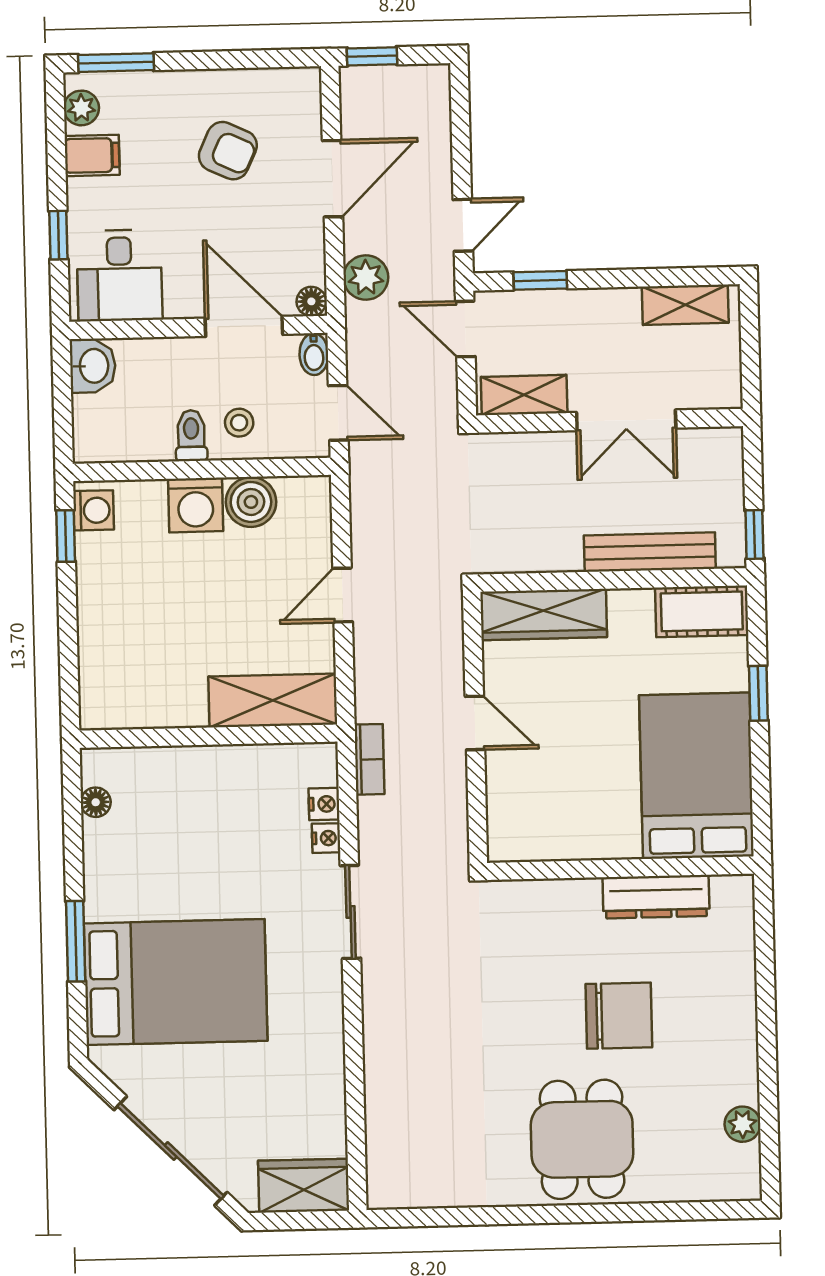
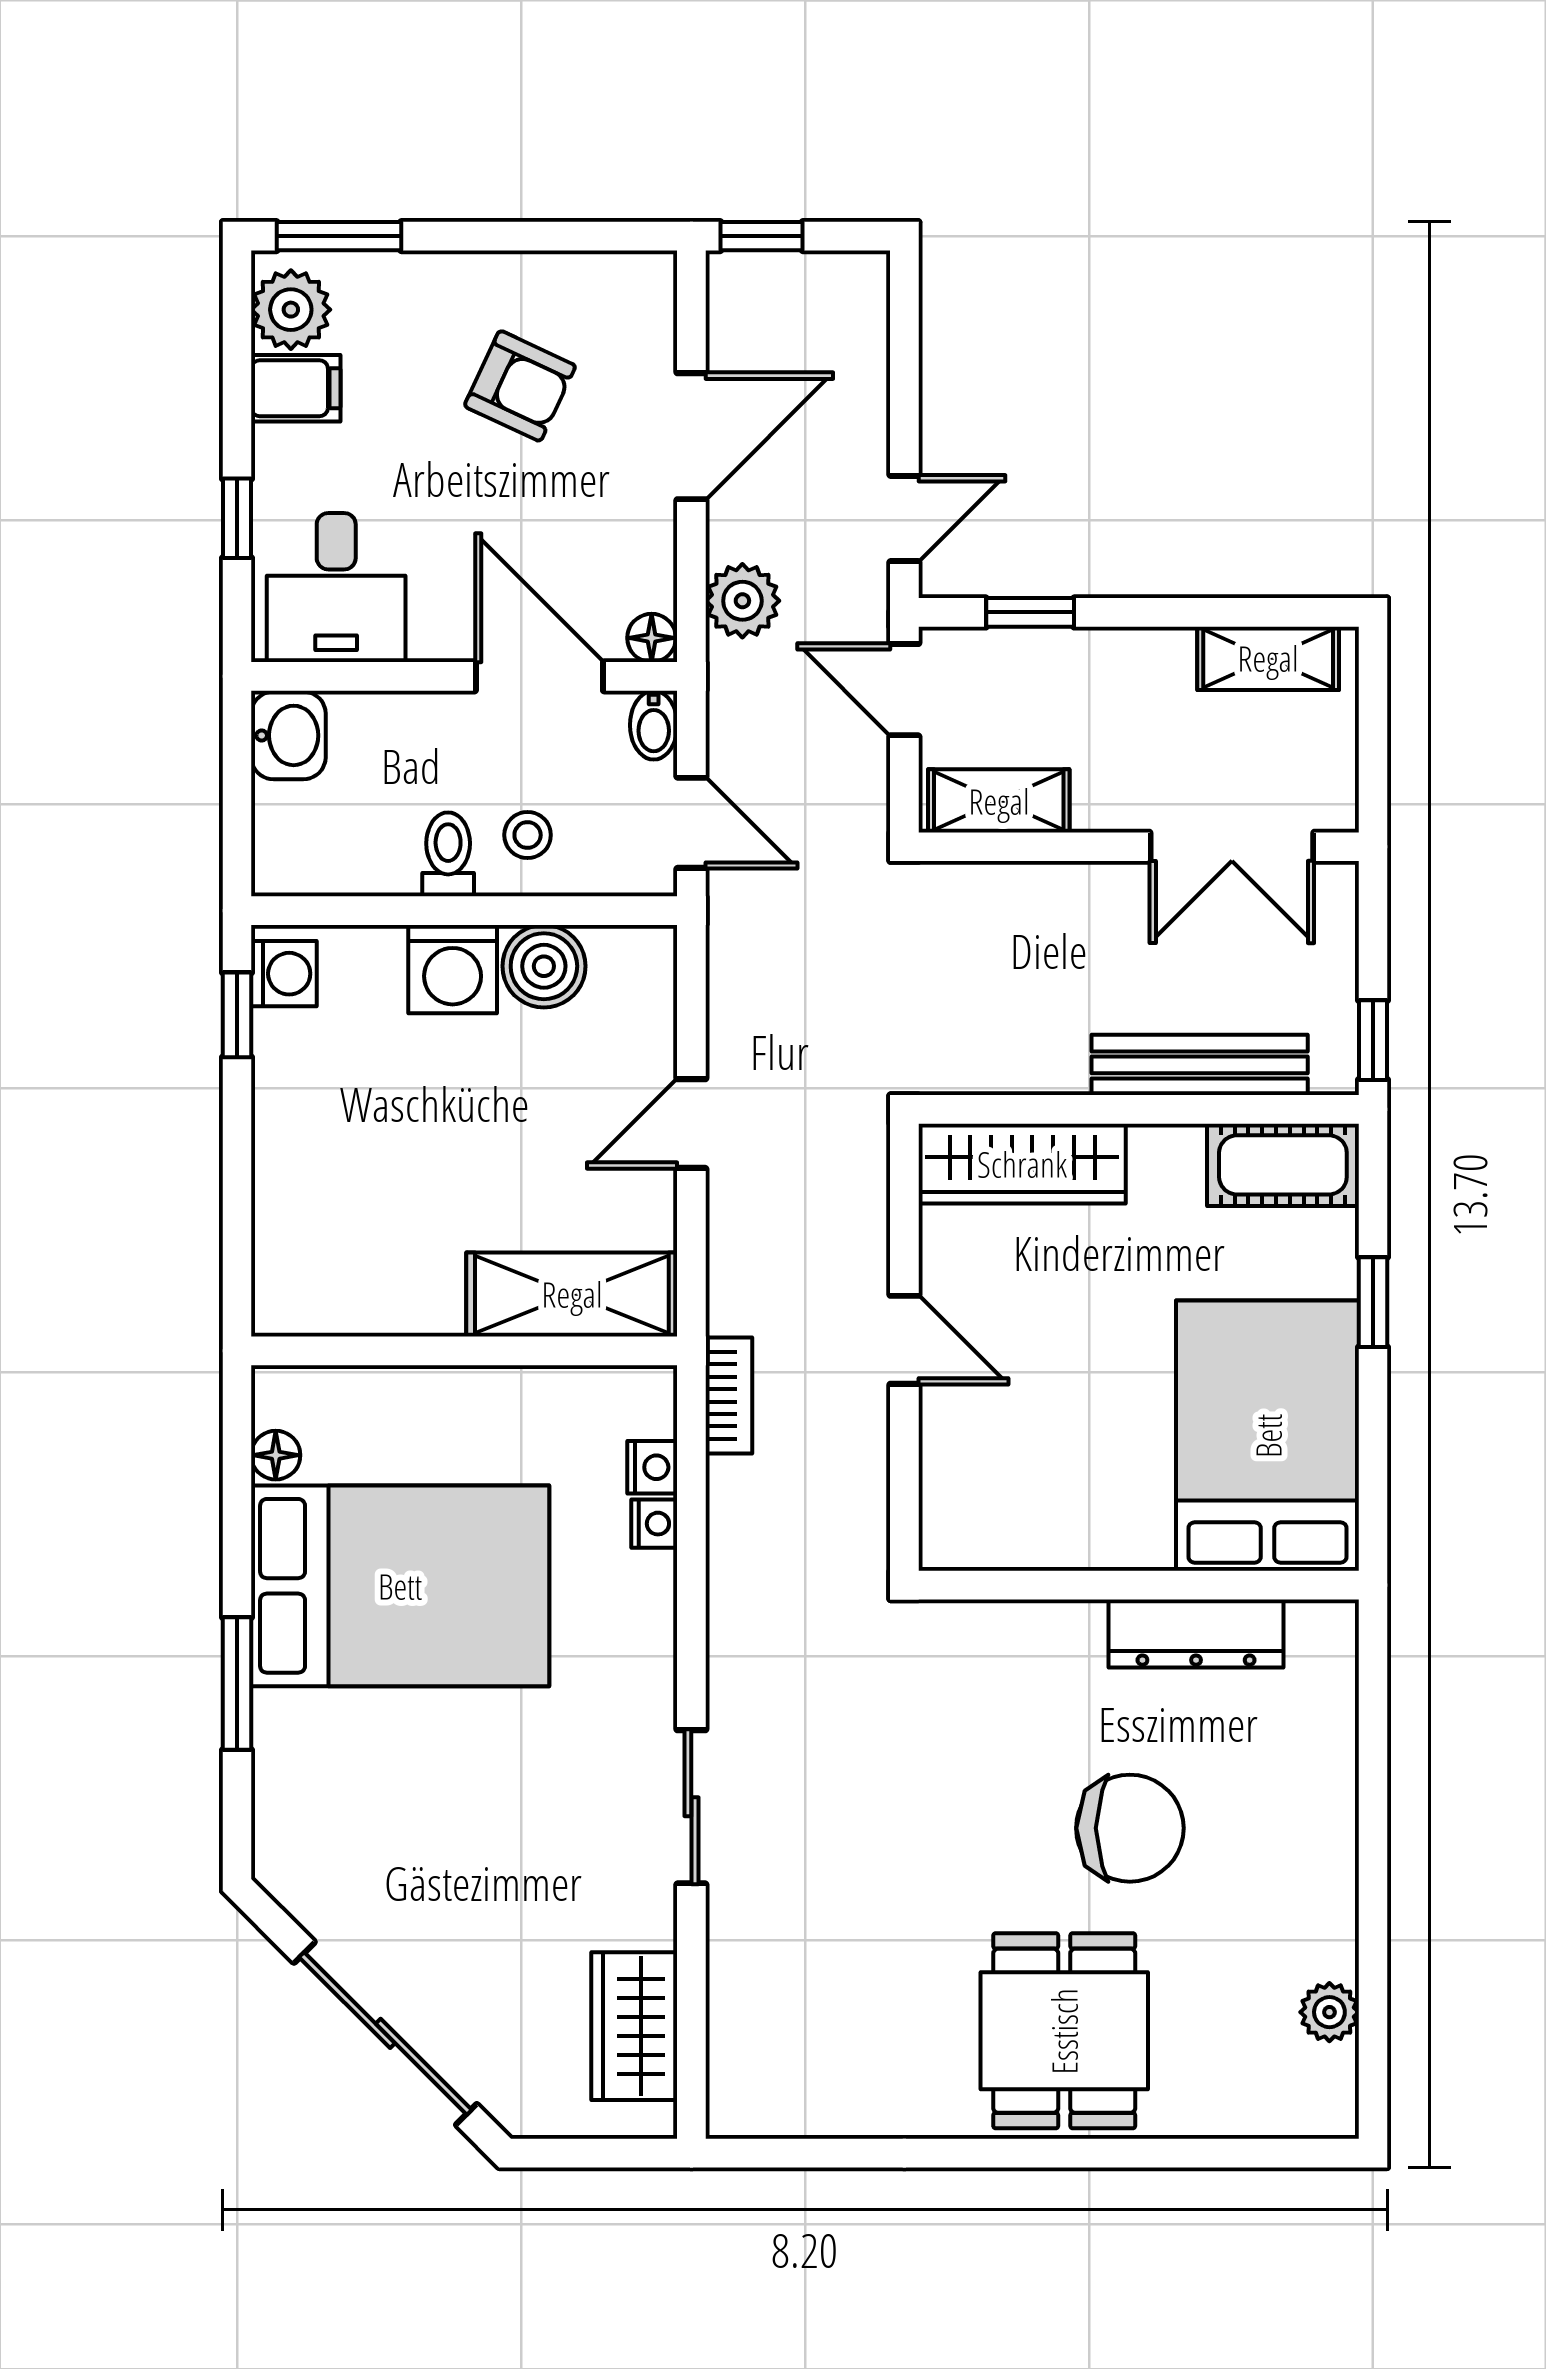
plant: (81, 108) -> (291, 310), width x1.38, depth x1.38
double door: (626, 420) -> (1232, 847), moved
sliding door: (350, 912) -> (691, 1807), moved
bed: (176, 982) -> (400, 1586), moved
wardrobe: (304, 1186) -> (634, 2026), moved, turned -90

